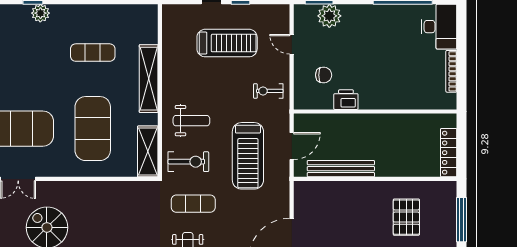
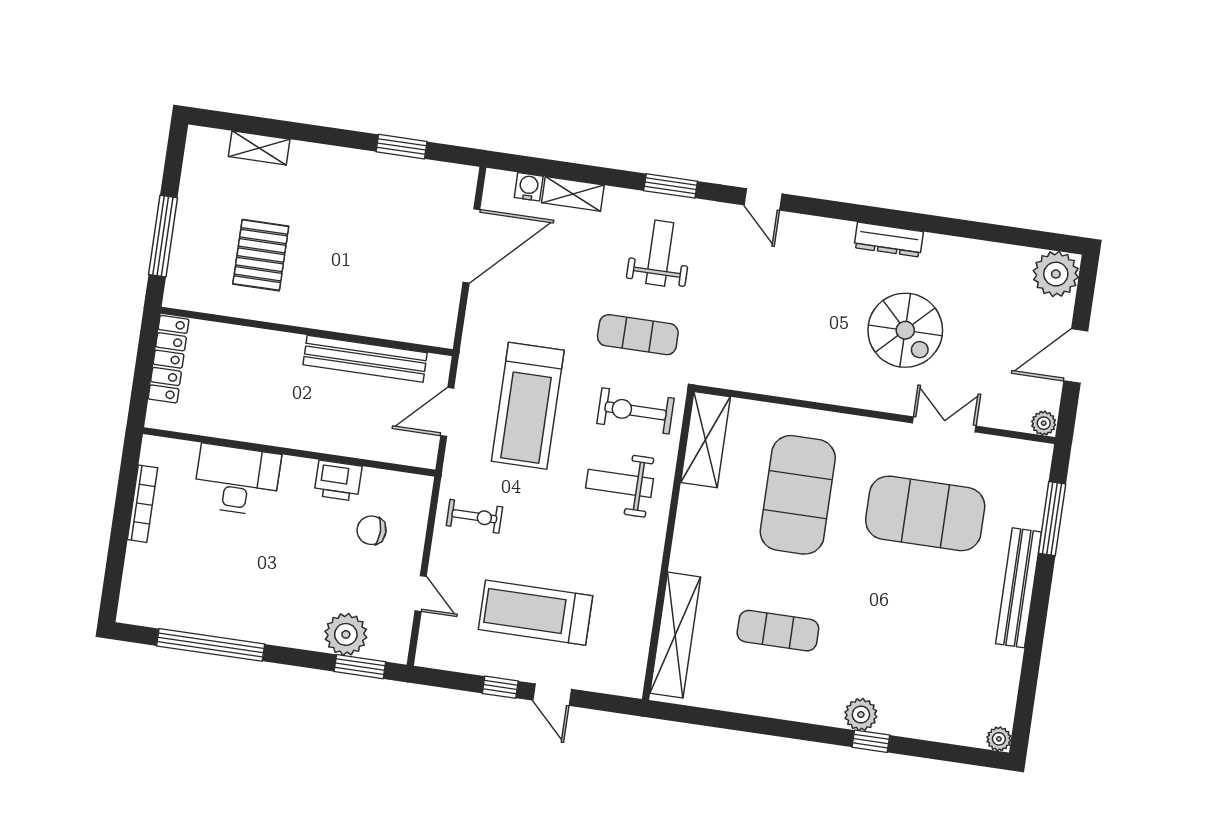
desk: (439, 27) -> (237, 480), moved, turned 90
shelving: (149, 79) -> (675, 635), moved
treadmill: (248, 156) -> (528, 406), turned 180

